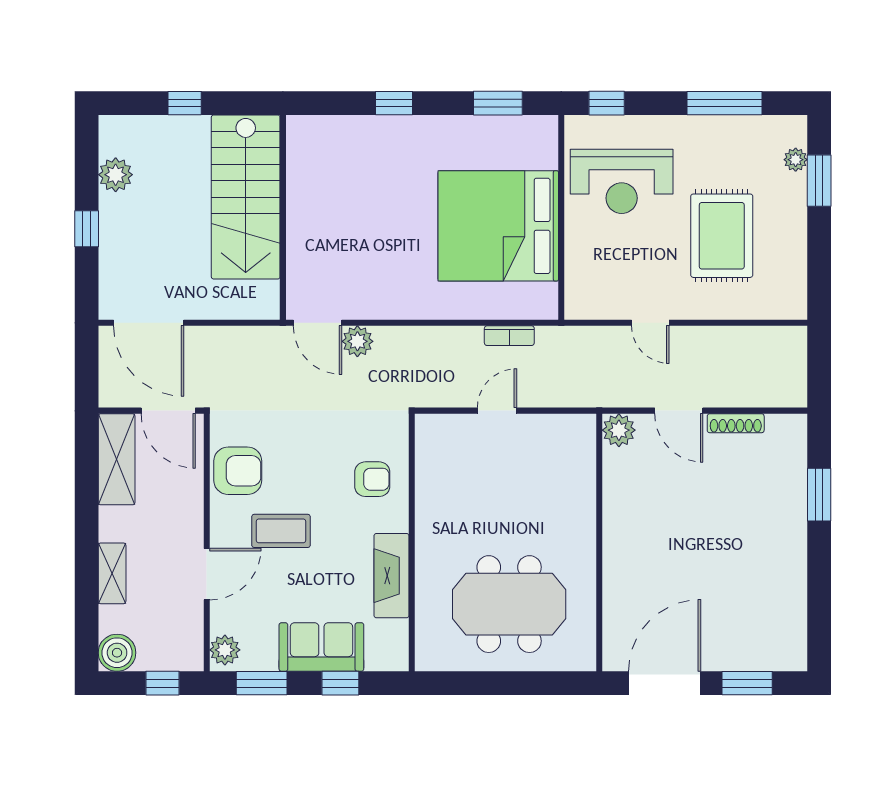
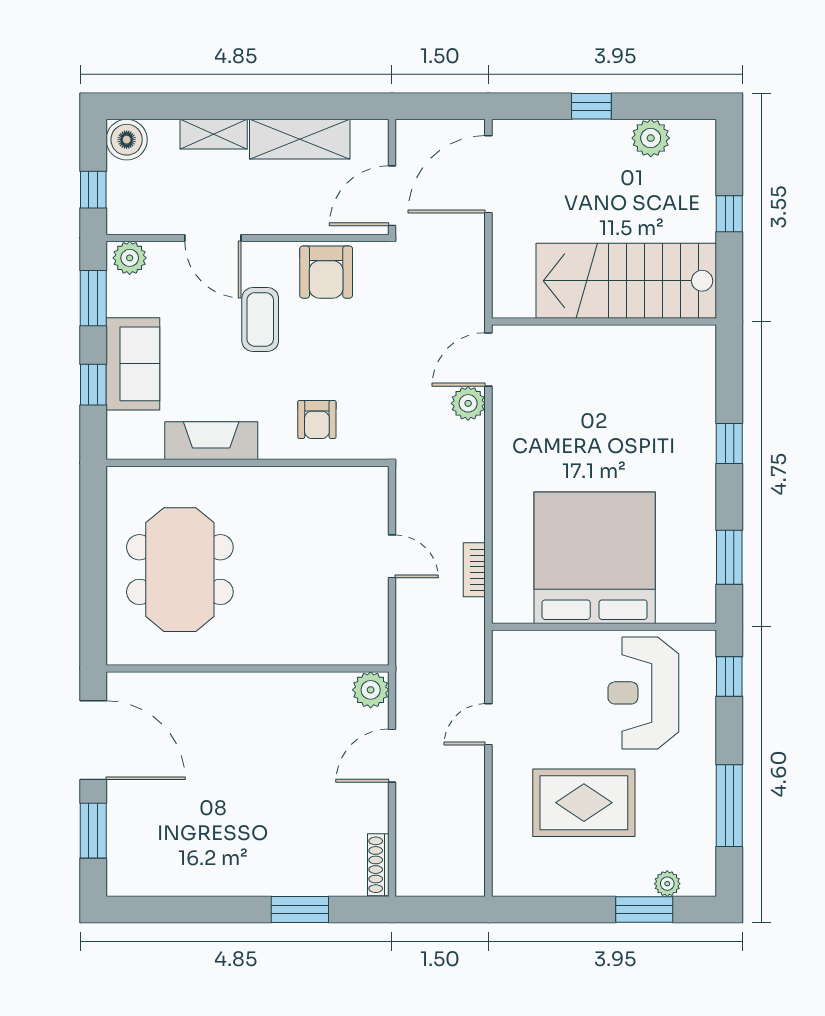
shoe rack: (736, 423) -> (378, 865), moved
shelving: (117, 459) -> (300, 139), moved

